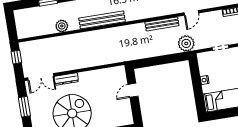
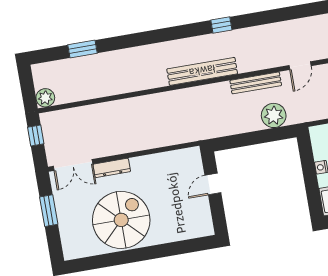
bench: (102, 20) -> (202, 71), moved
plant: (62, 26) -> (45, 98), moved
plant: (186, 43) -> (274, 115), moved

